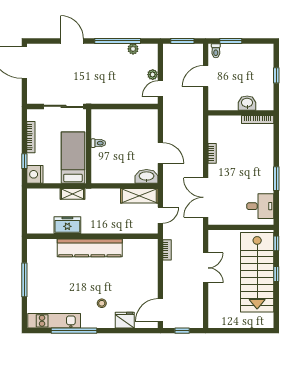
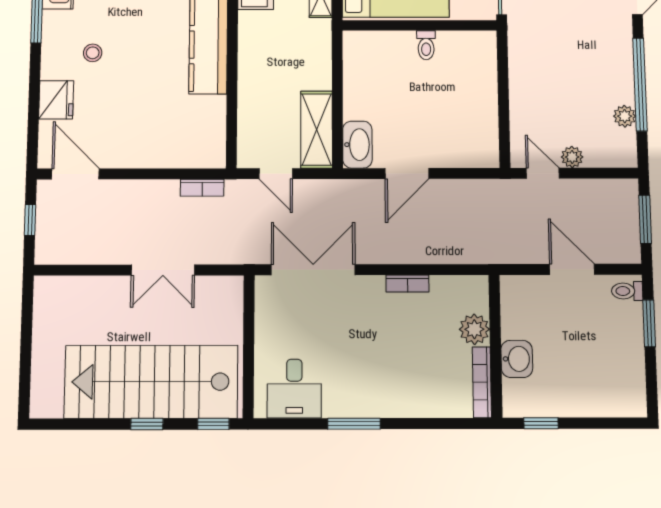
window: (276, 75) -> (541, 423), moved
plant: (233, 122) -> (474, 329), added

